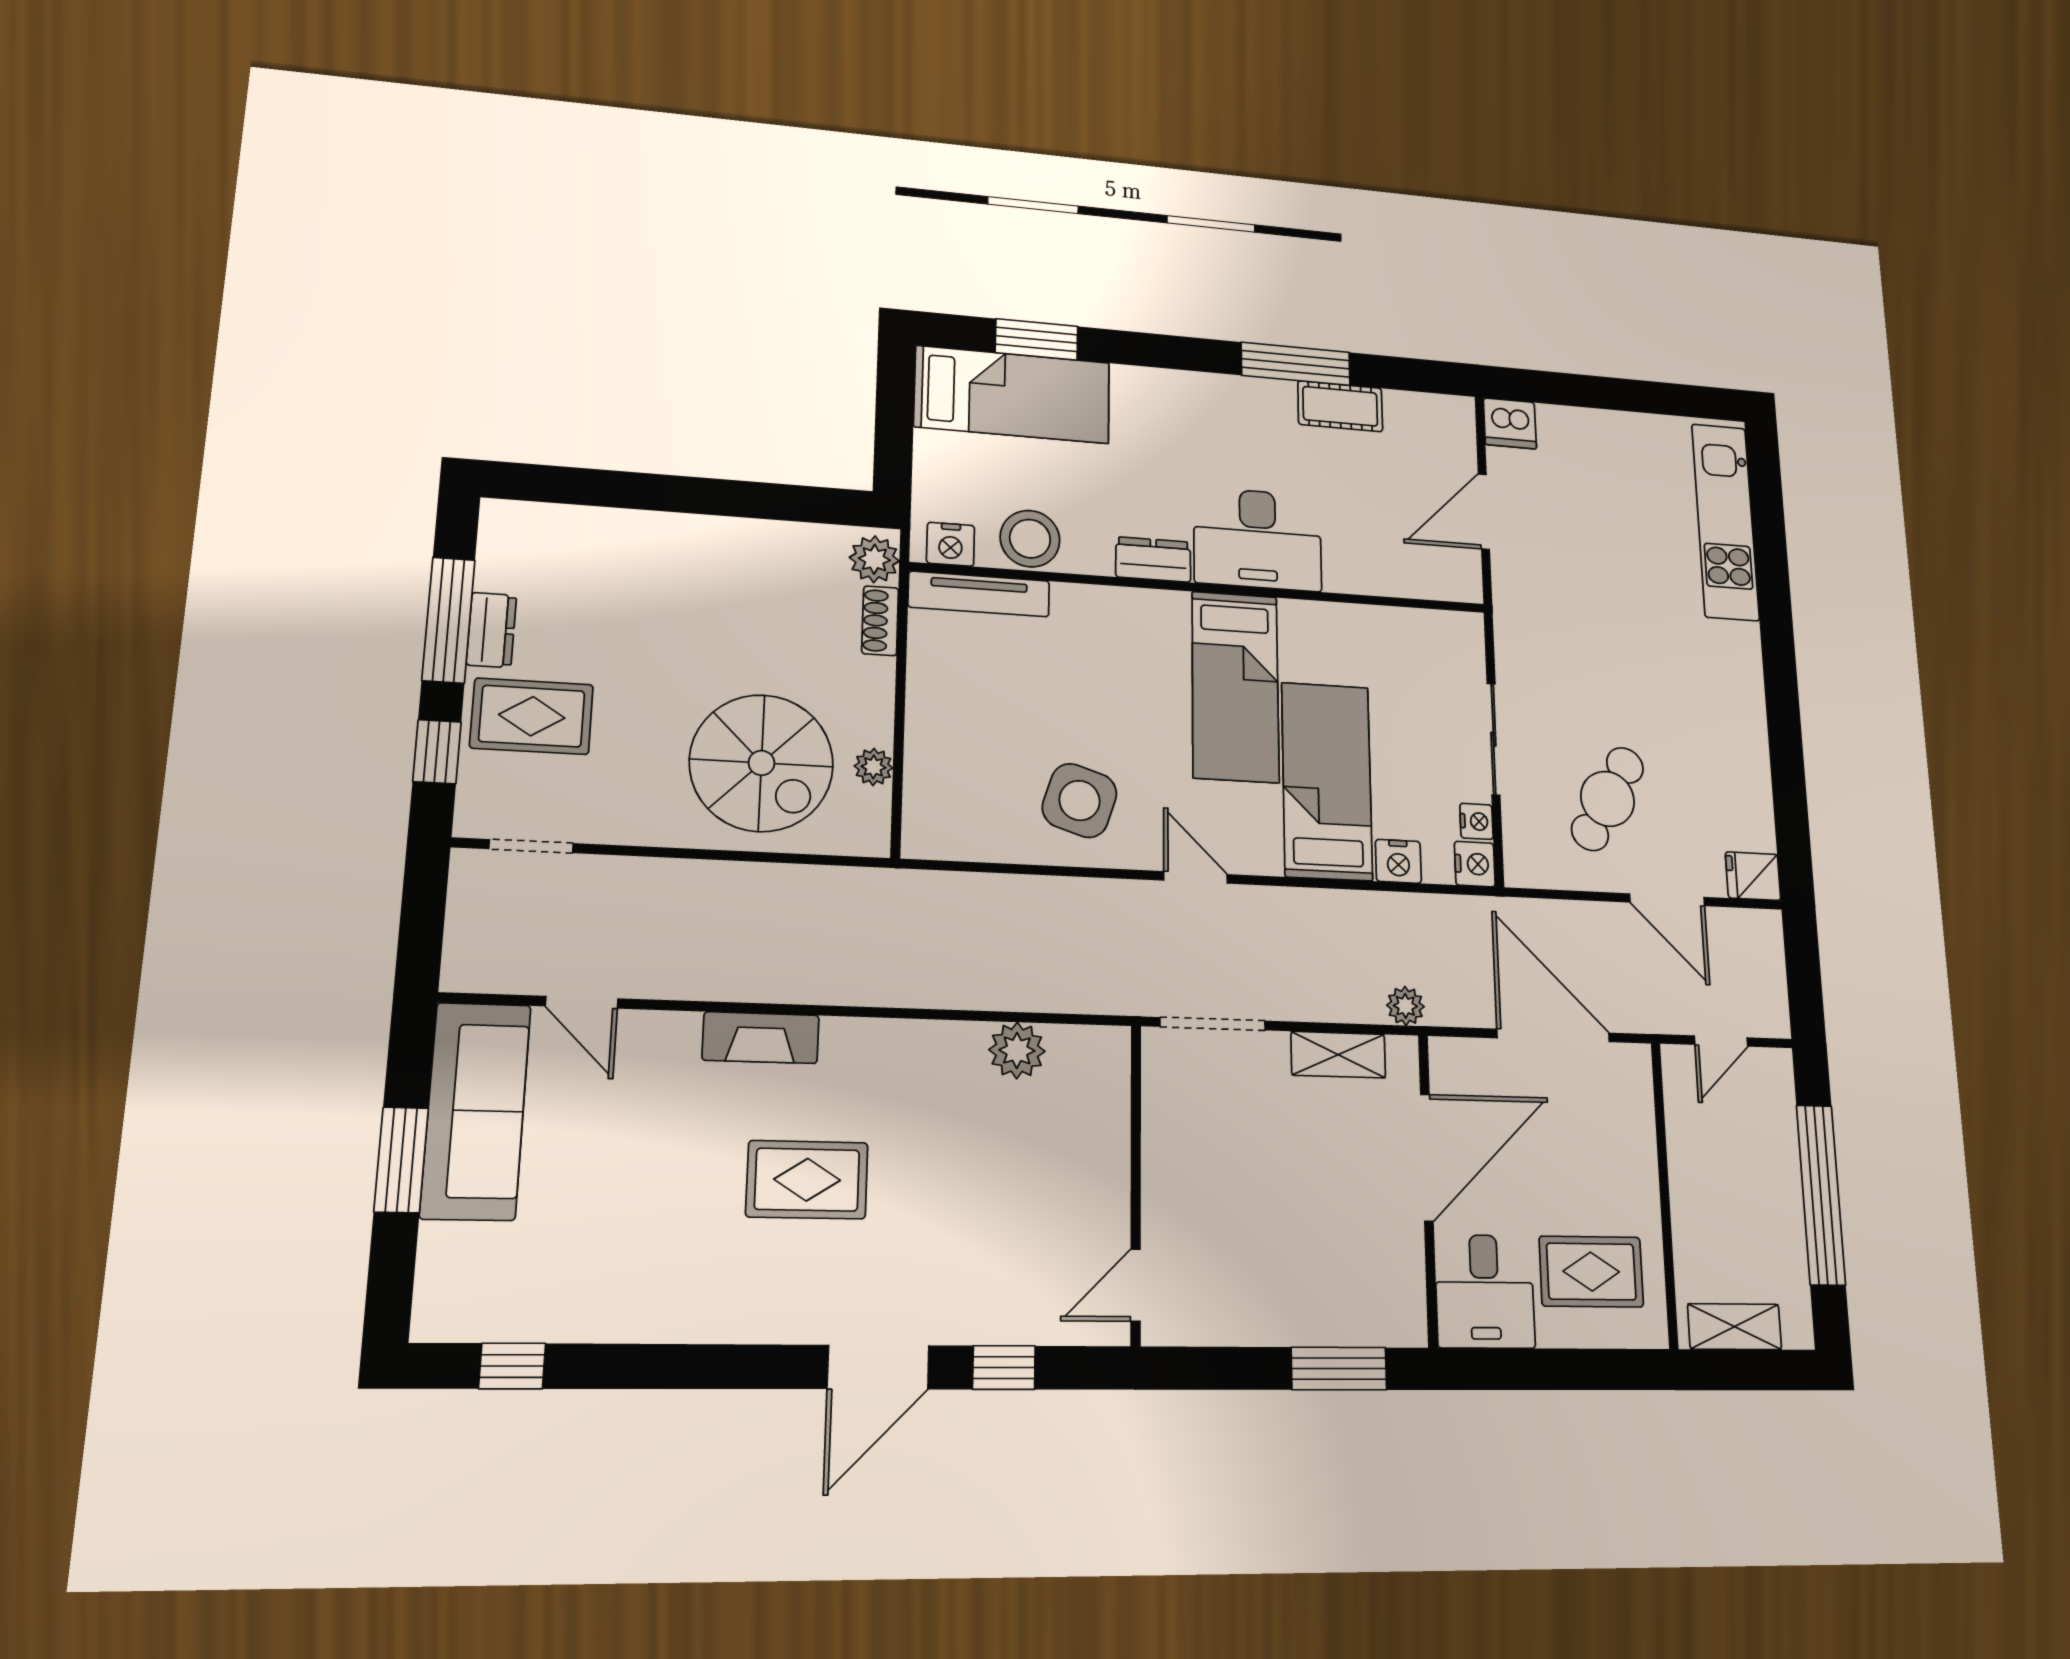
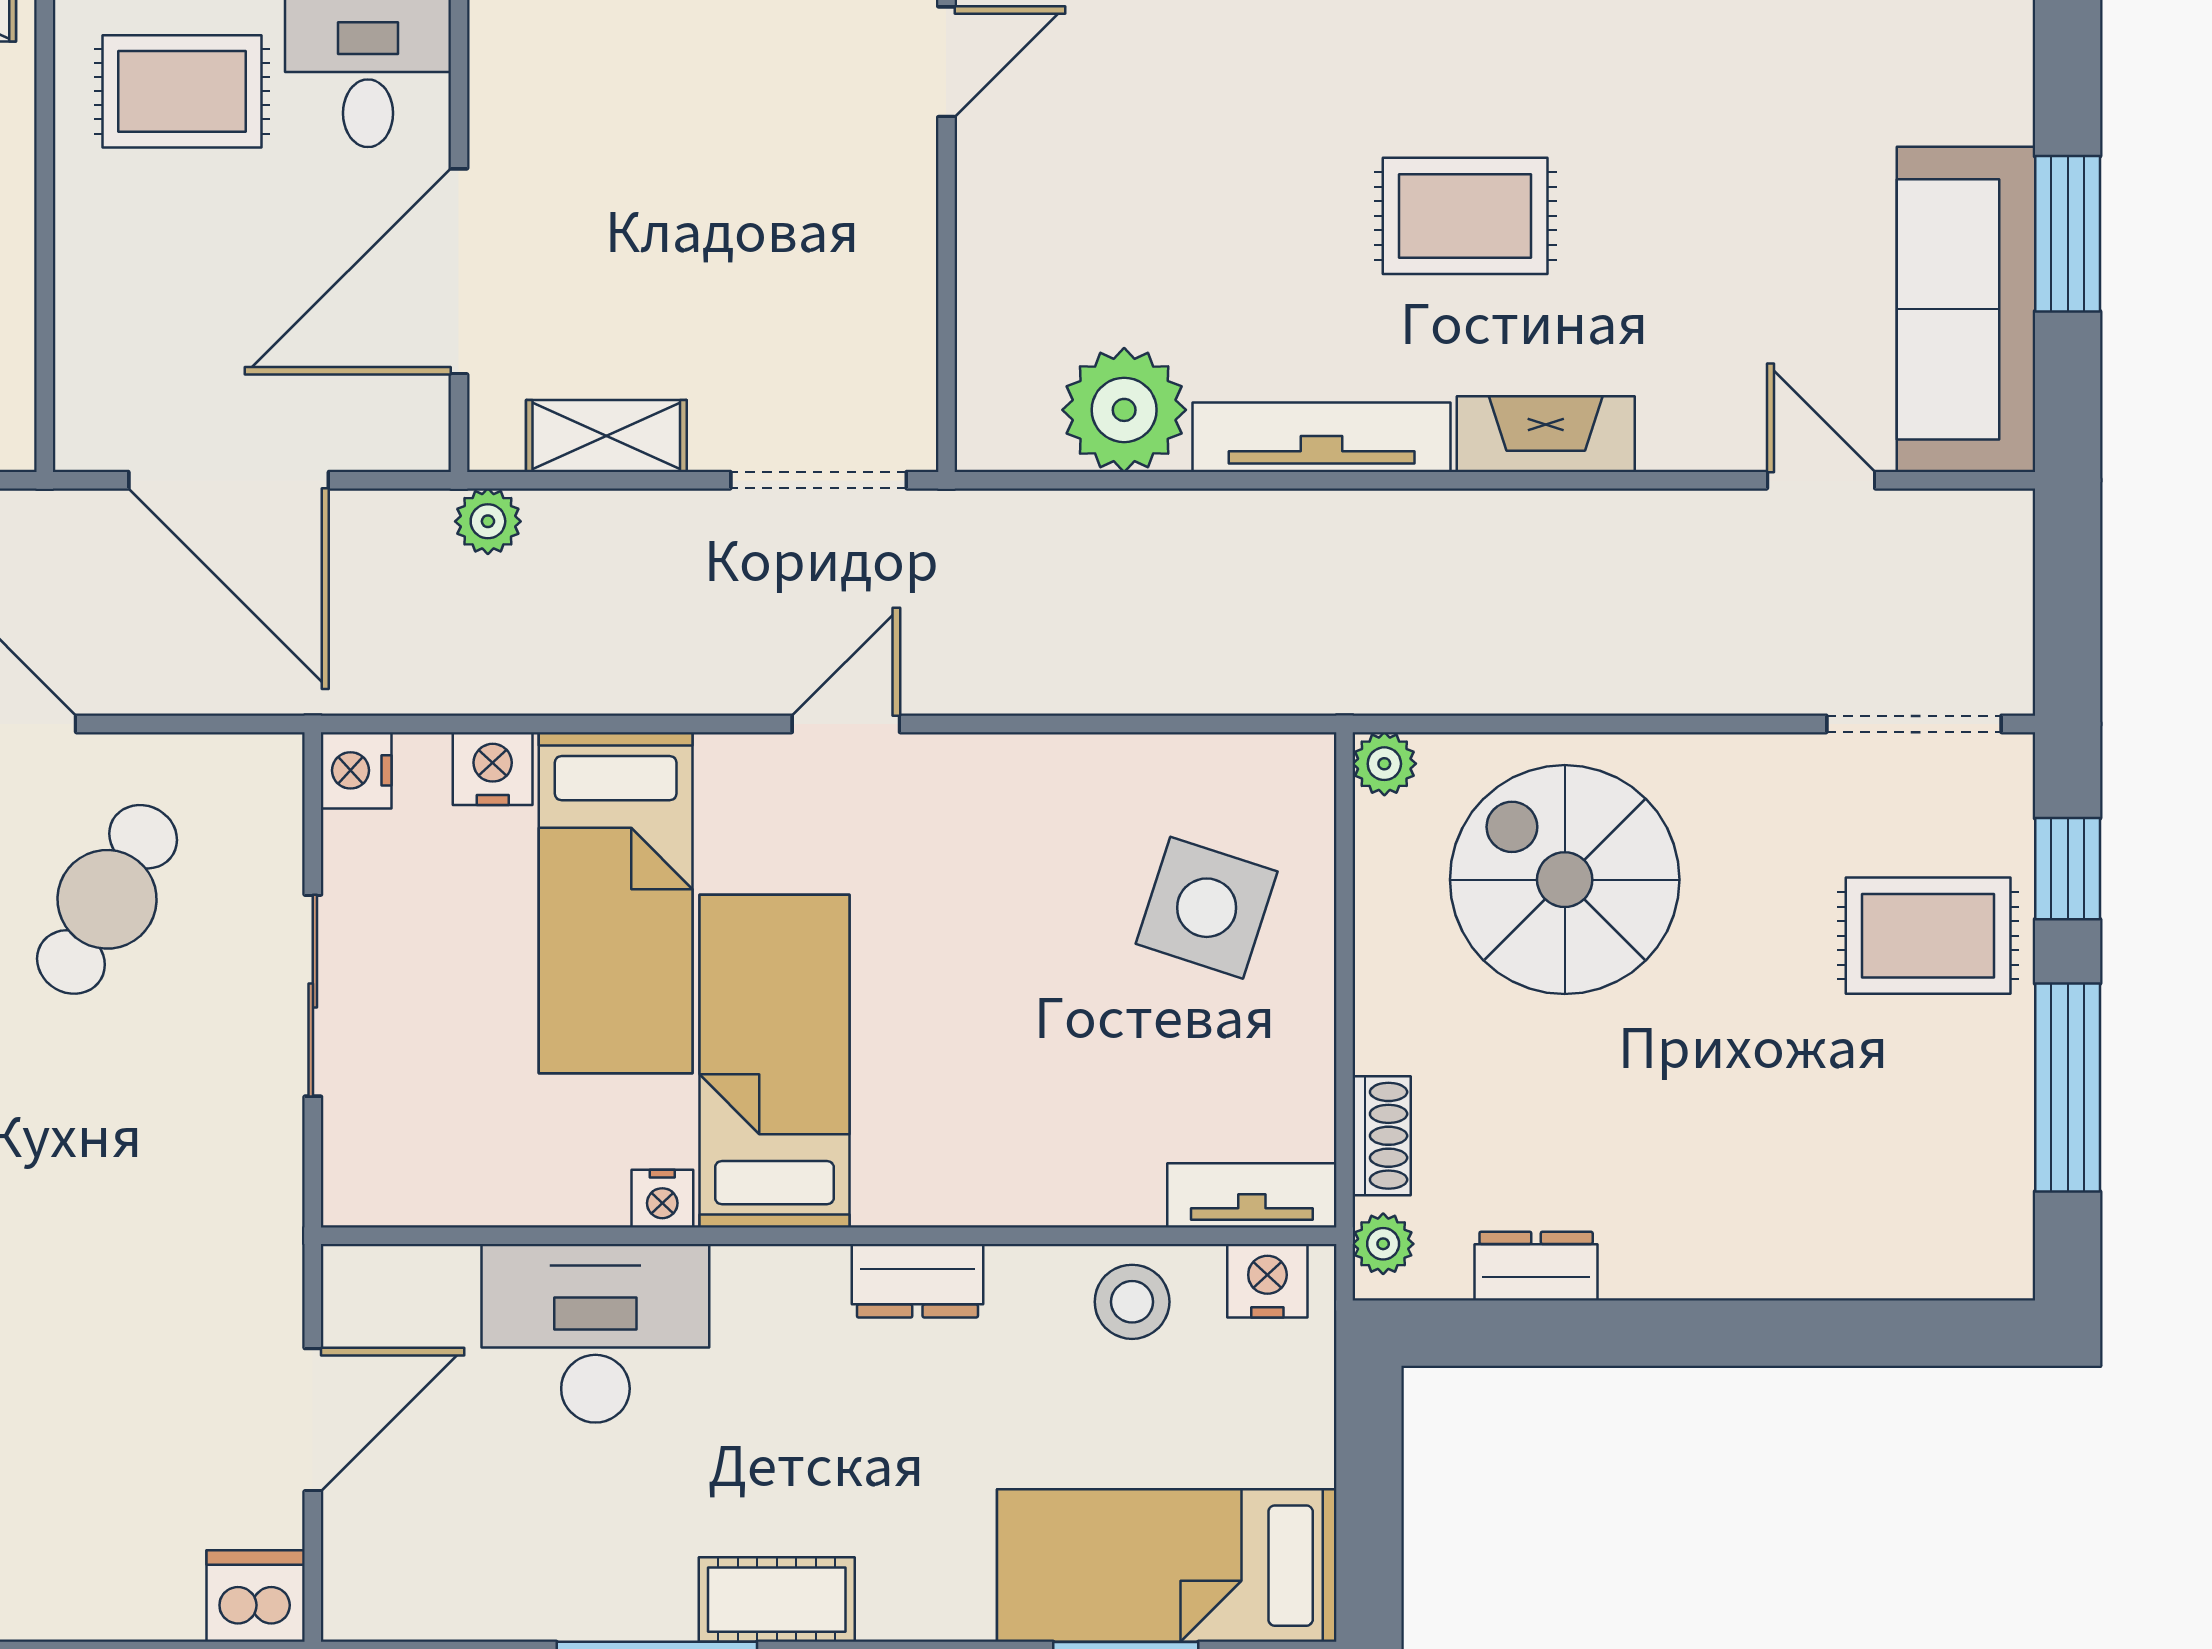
cot: (1340, 406) -> (777, 1600), moved
stool: (1030, 539) -> (1132, 1302), width x0.73, depth x0.73
desk: (1258, 539) -> (595, 1333), moved
plant: (874, 559) -> (1383, 1244), width x0.73, depth x0.73
tv unit: (979, 594) -> (1252, 1195), width x0.71
dresser: (491, 630) -> (1536, 1266), moved, turned 90
plant: (874, 767) -> (1384, 764), moved
side table: (1080, 800) -> (1207, 908), moved
nightstand: (1477, 821) -> (662, 1199), moved, turned -90
doorway: (531, 846) -> (1914, 724), width x1.38
door: (1196, 877) -> (846, 724), swing flipped
tv unit: (904, 1040) -> (1322, 437), added
plant: (1017, 1050) -> (1124, 410), width x1.36, depth x1.36

